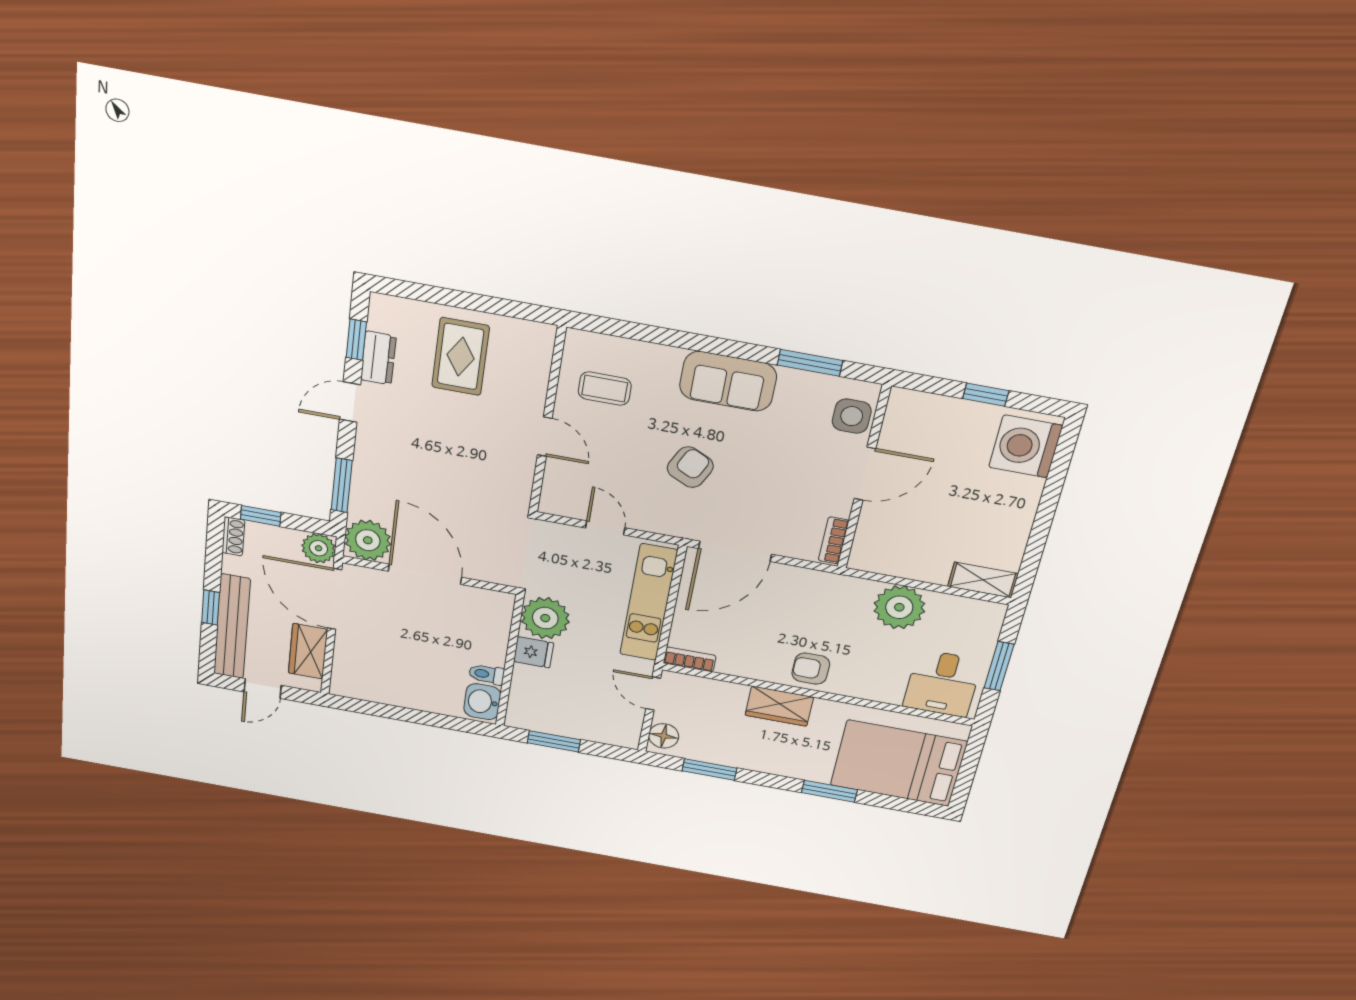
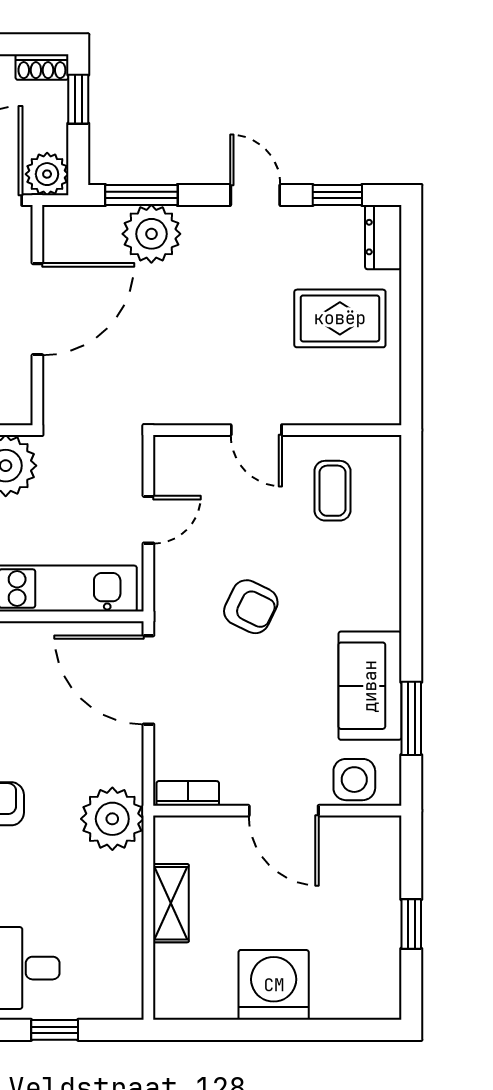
dresser: (378, 358) -> (383, 237), moved, turned 90
sofa: (728, 381) -> (370, 686), moved
door: (545, 437) -> (256, 430), hinge flipped
washing machine: (1026, 446) -> (274, 985), moved
plant: (368, 540) -> (151, 234), moved
shelving: (983, 580) -> (171, 903), moved
plant: (899, 607) -> (112, 819), moved
window: (999, 666) -> (55, 1030), width x0.67

